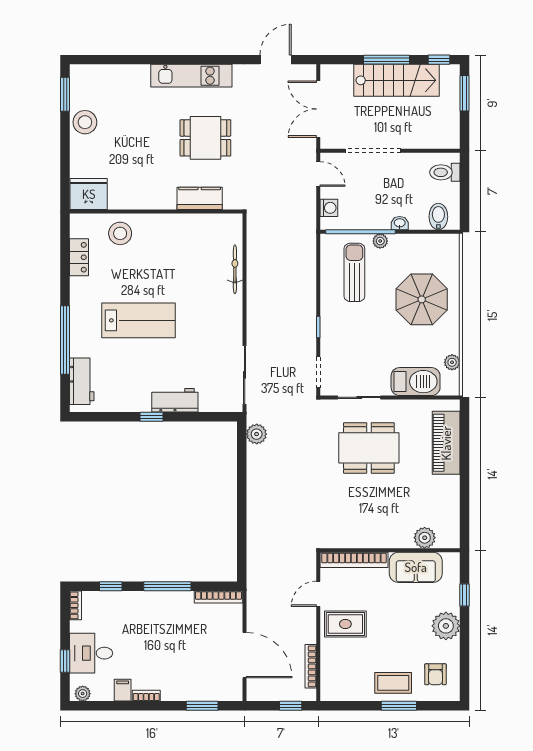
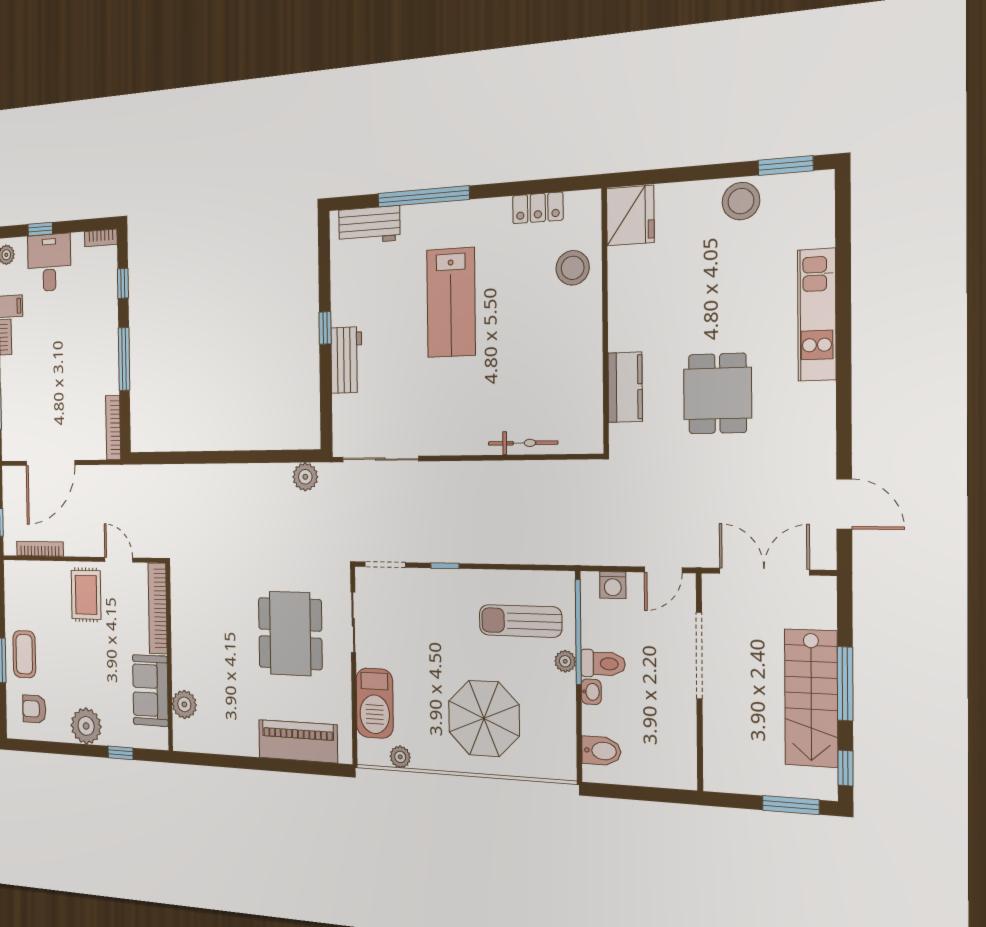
kitchen unit: (191, 76) -> (817, 315), moved
toilet: (445, 172) -> (603, 664), moved, turned 90
sun lounger: (354, 272) -> (520, 621), turned 180

